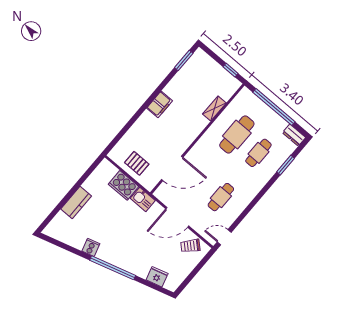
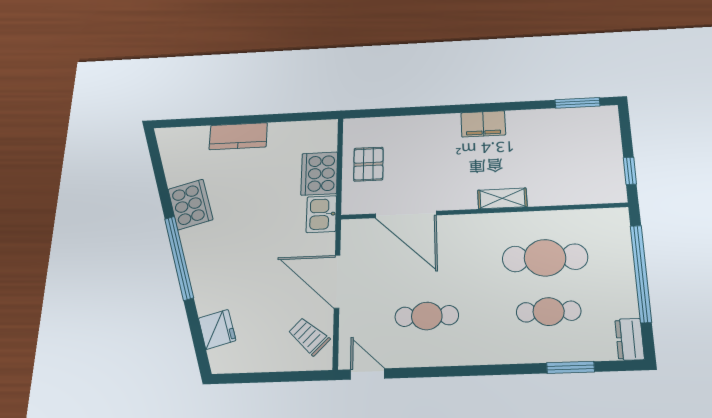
shelving: (214, 109) -> (502, 198), moved
cooker: (91, 247) -> (190, 204), width x1.87, depth x1.31

